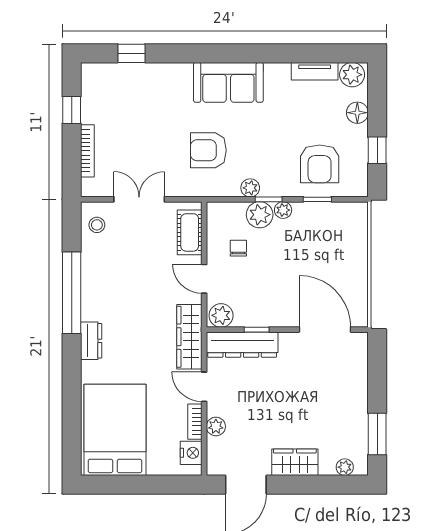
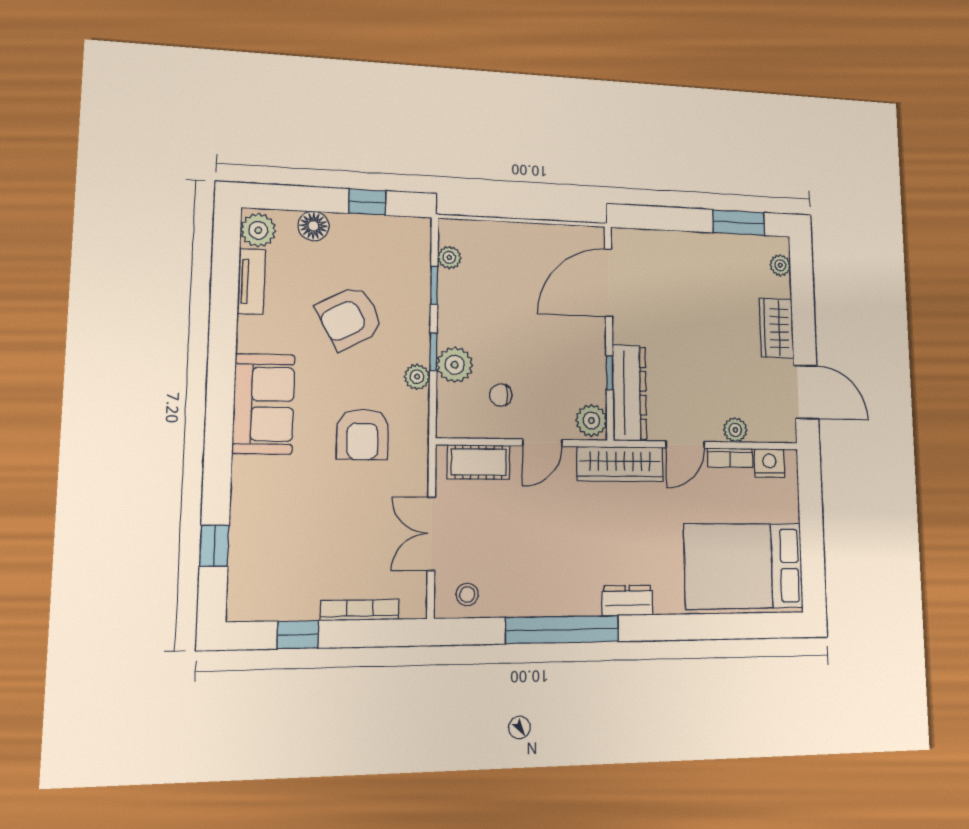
armchair: (320, 164) -> (350, 318), moved, turned 152
plant: (283, 210) -> (449, 258), moved

